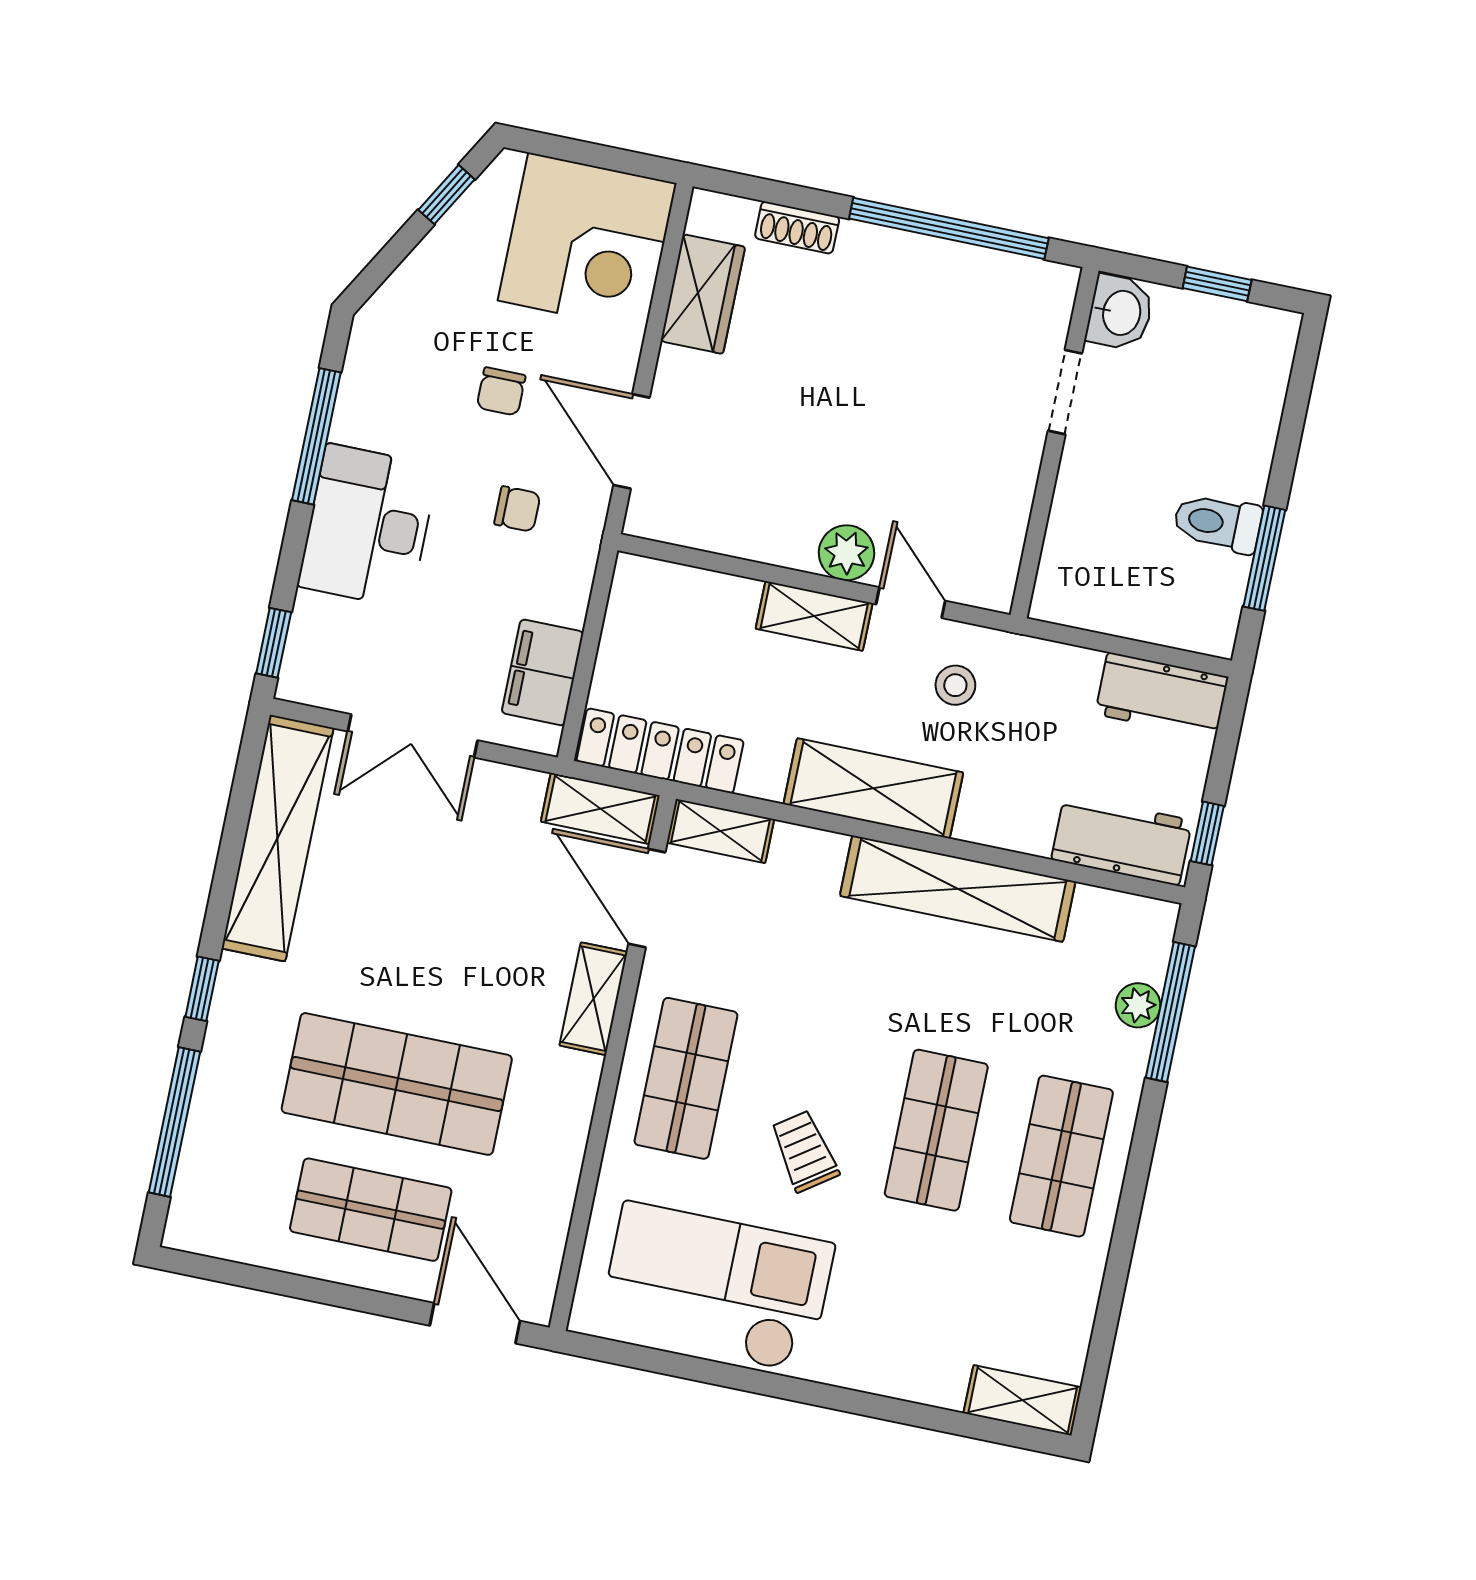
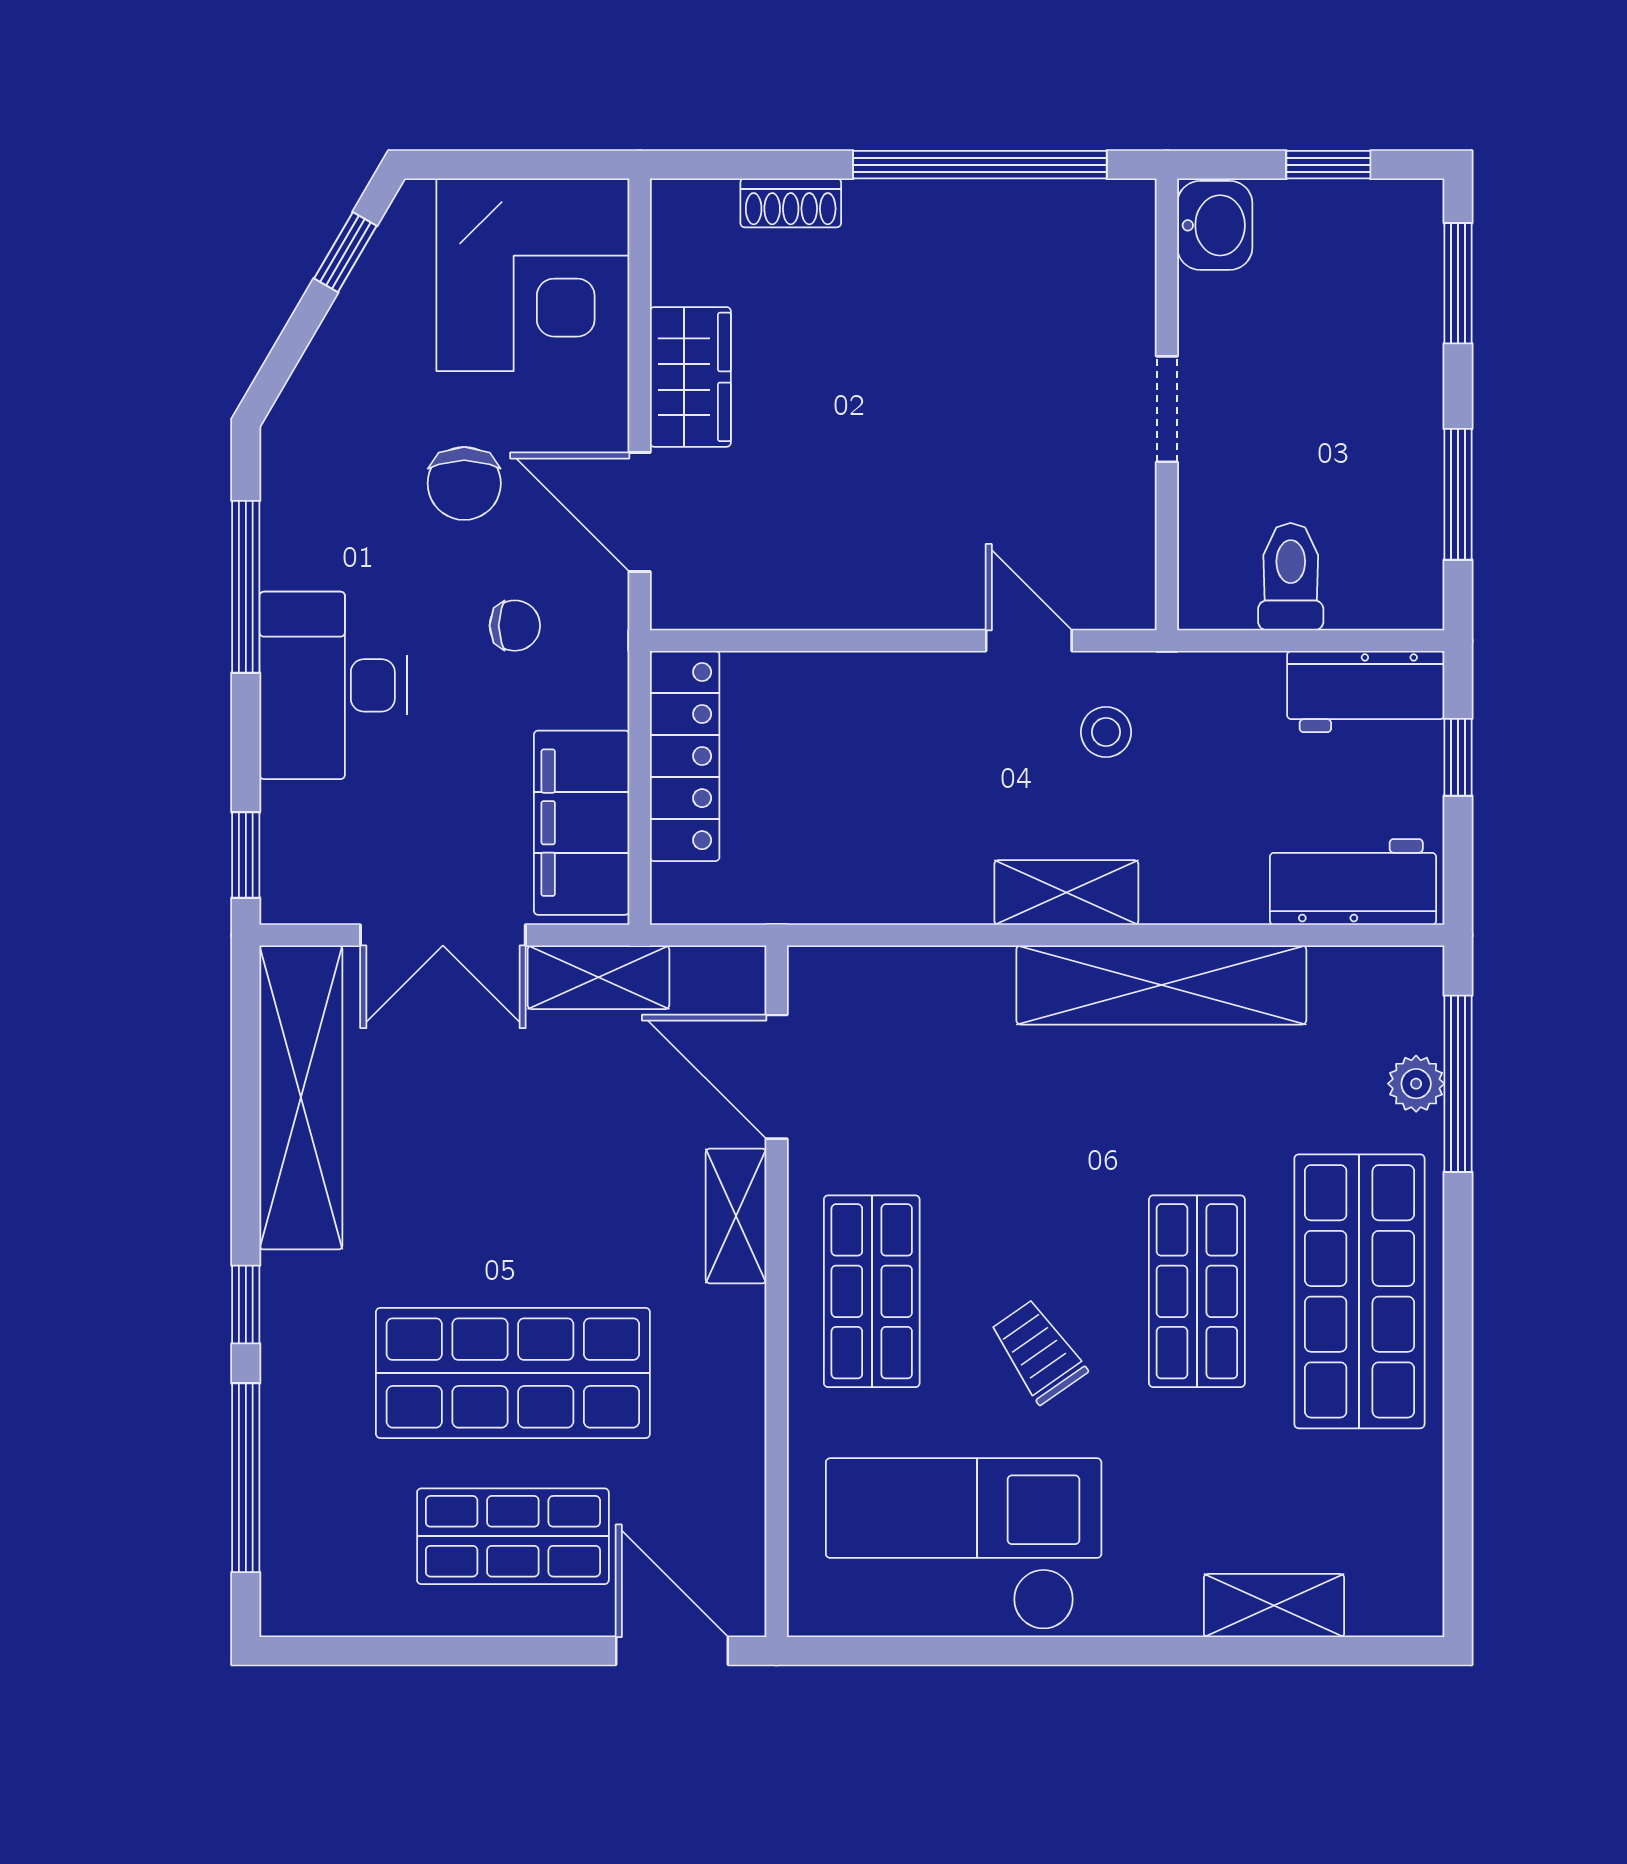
wardrobe: (703, 294) -> (690, 377), moved
chair: (501, 391) -> (464, 483), width x1.37, depth x1.37
doorway: (1065, 392) -> (1167, 409), moved
window: (1298, 396) -> (1458, 283), added
toilet: (1218, 523) -> (1291, 577), moved, turned 90
plant: (847, 553) -> (936, 595), removed
shelving: (814, 616) -> (912, 682), removed
filing cabinet: (543, 672) -> (582, 823), width x1.50, depth x1.17
locker: (660, 751) -> (685, 756), moved, turned 90
shelving: (873, 788) -> (1066, 893), width x0.67, depth x0.75
shelving: (600, 809) -> (598, 977), moved
shelving: (720, 831) -> (851, 974), removed
window: (1207, 833) -> (1458, 757), moved
shop shelf: (1061, 1156) -> (1359, 1291), width x1.43, depth x1.36
shelving: (1023, 1400) -> (1274, 1606), moved

